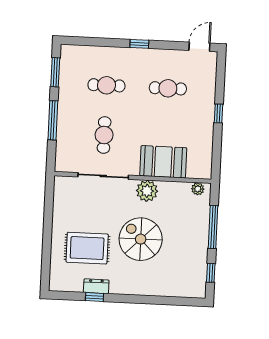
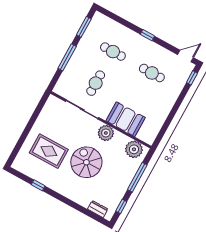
window: (219, 114) -> (192, 78), moved
plant: (198, 189) -> (134, 149), width x1.88, depth x1.88
dresser: (96, 286) -> (98, 209), moved

